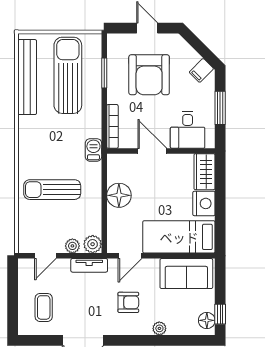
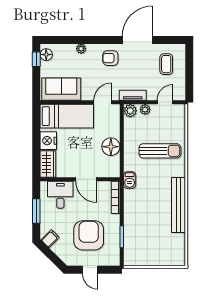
sun lounger: (68, 75) -> (148, 235), removed
bench: (27, 77) -> (178, 205), moved
armchair: (128, 302) -> (110, 58), moved

